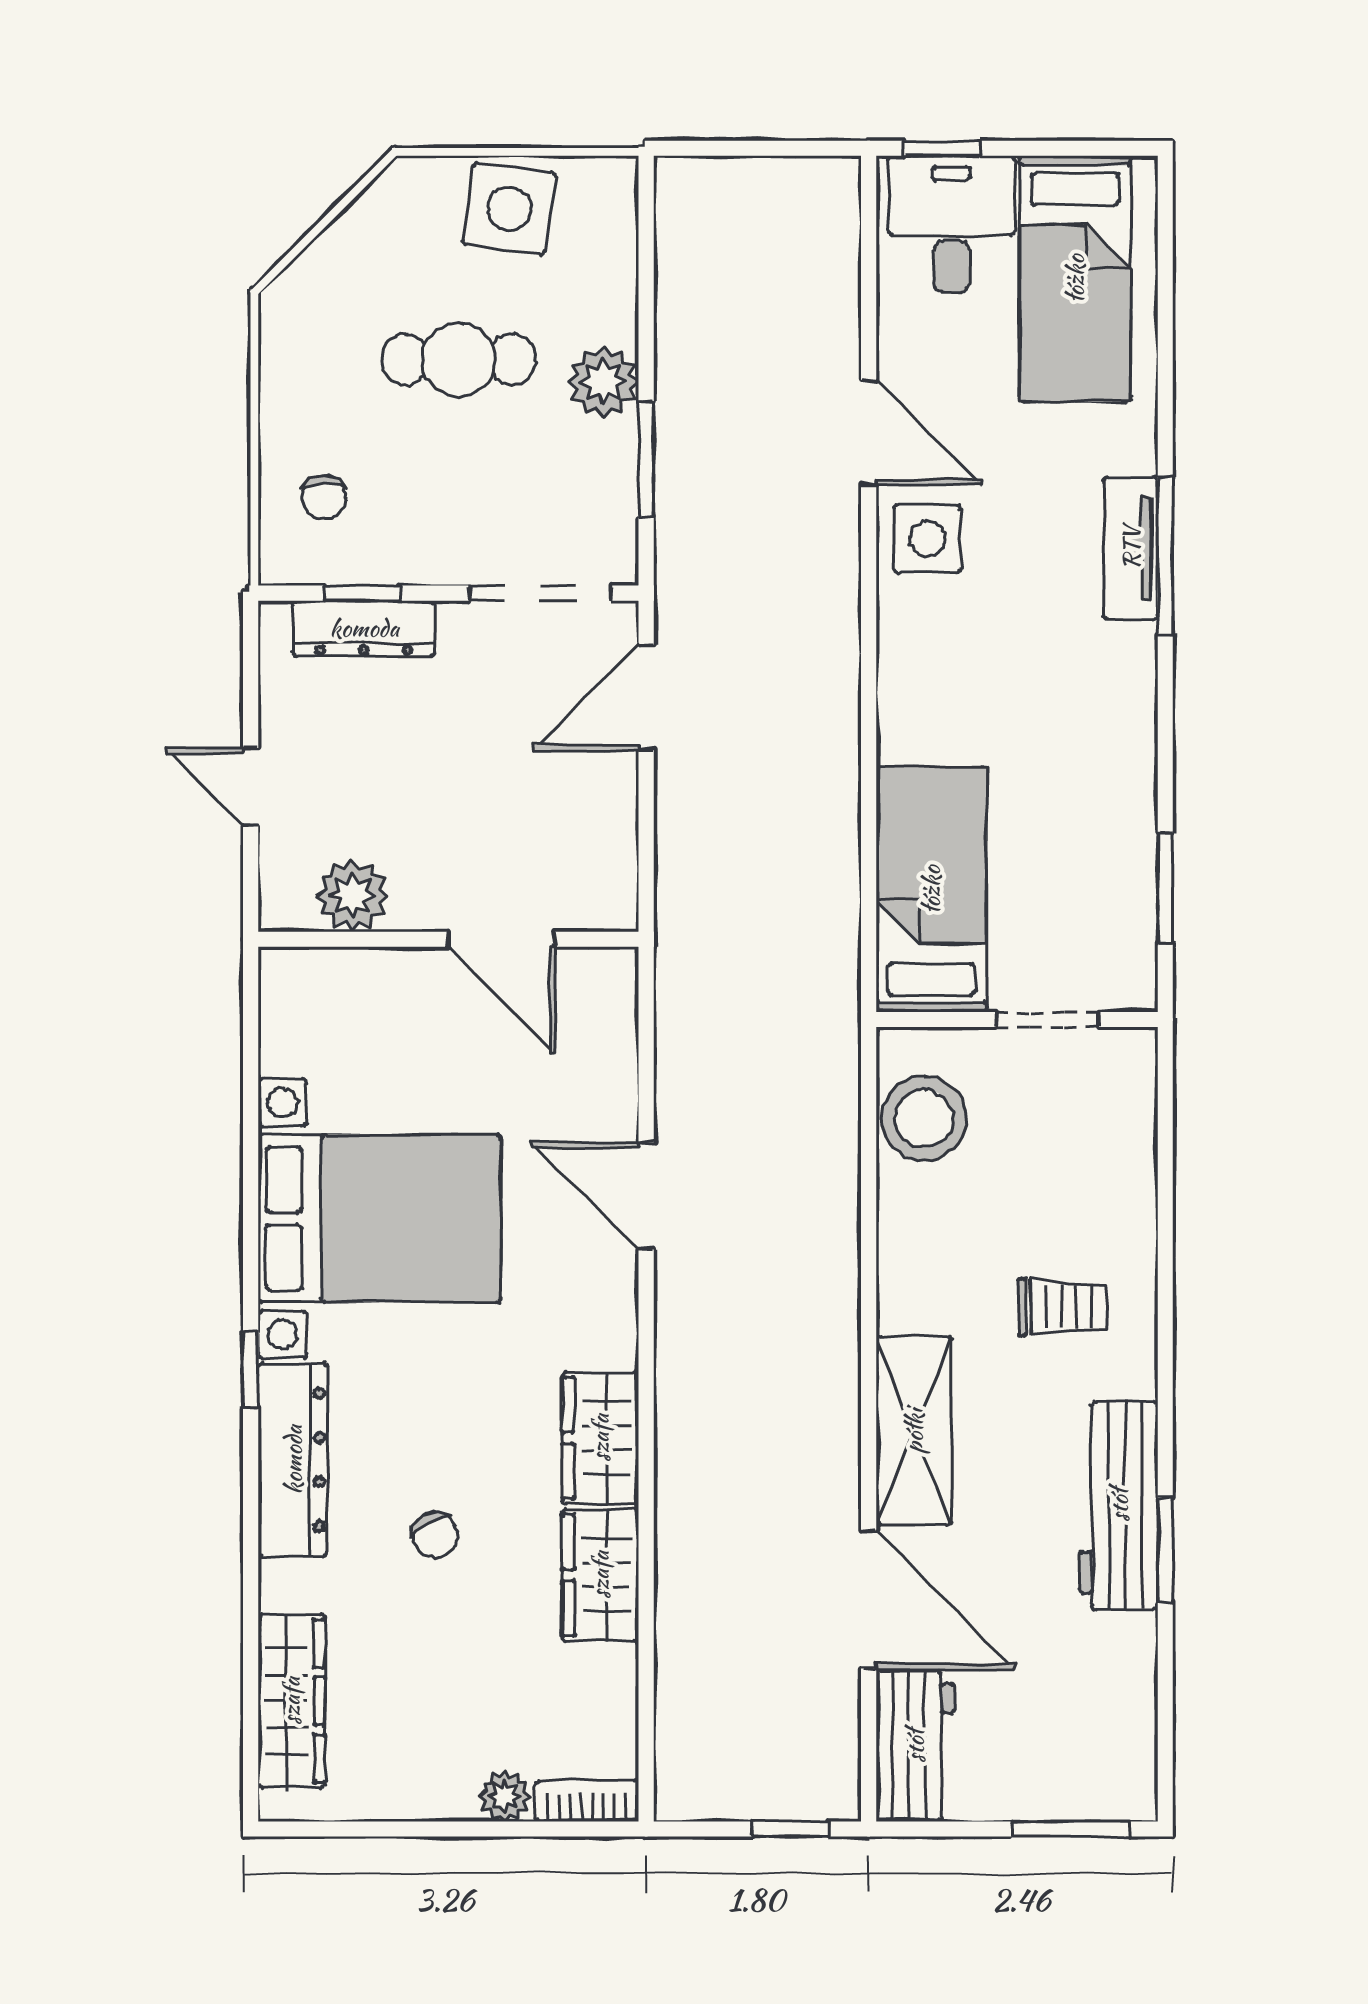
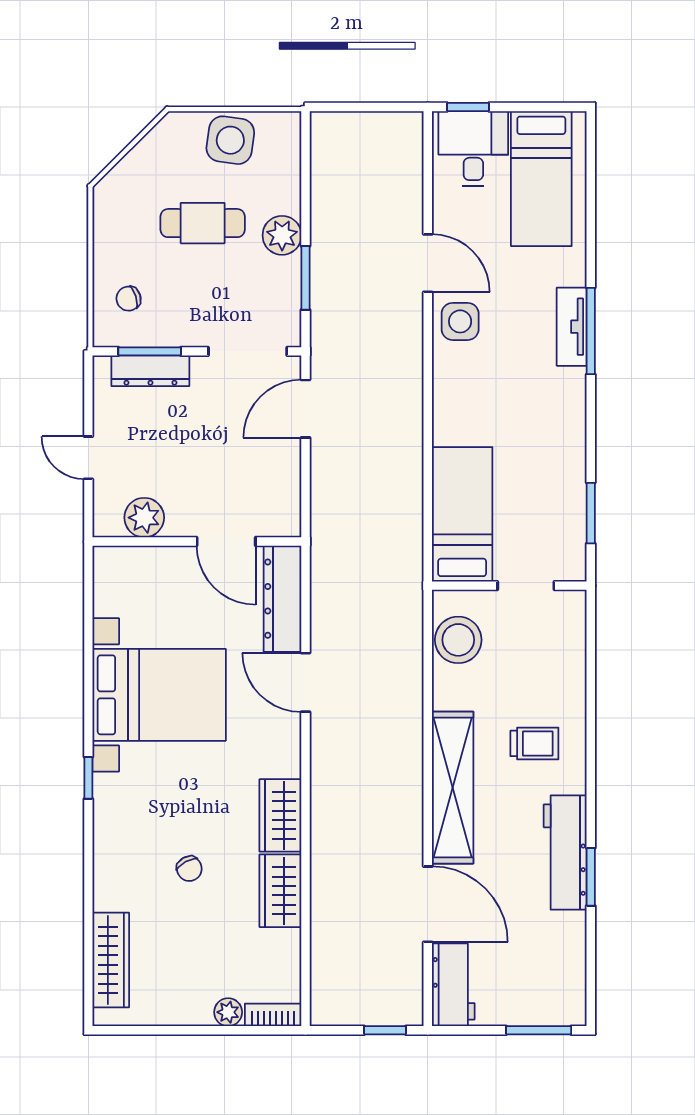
chair: (324, 497) -> (129, 299), turned 73
window: (362, 593) -> (150, 351), width x1.50
shelving: (914, 1431) -> (453, 788), width x1.47
dresser: (293, 1460) -> (283, 599), moved, turned 180

